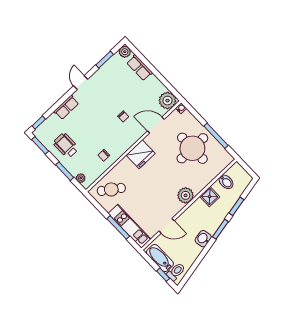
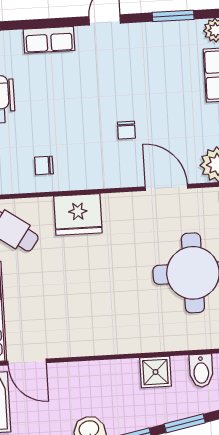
fridge: (141, 154) -> (78, 214), moved
plant: (186, 195) -> (119, 338), removed
door: (167, 226) -> (27, 362), moved

